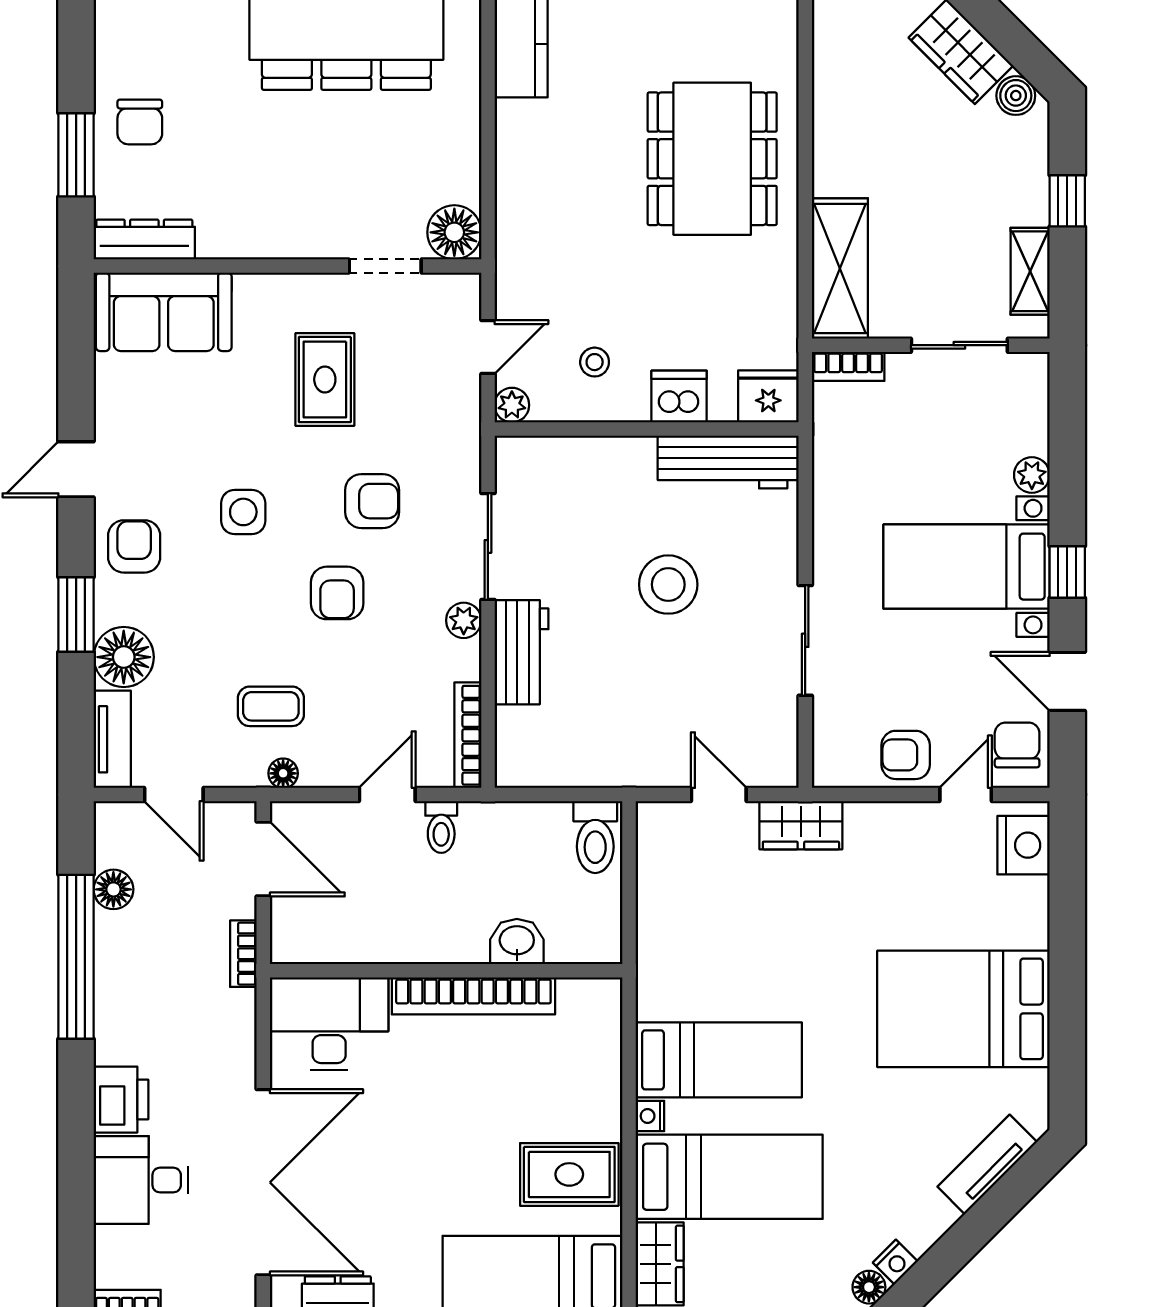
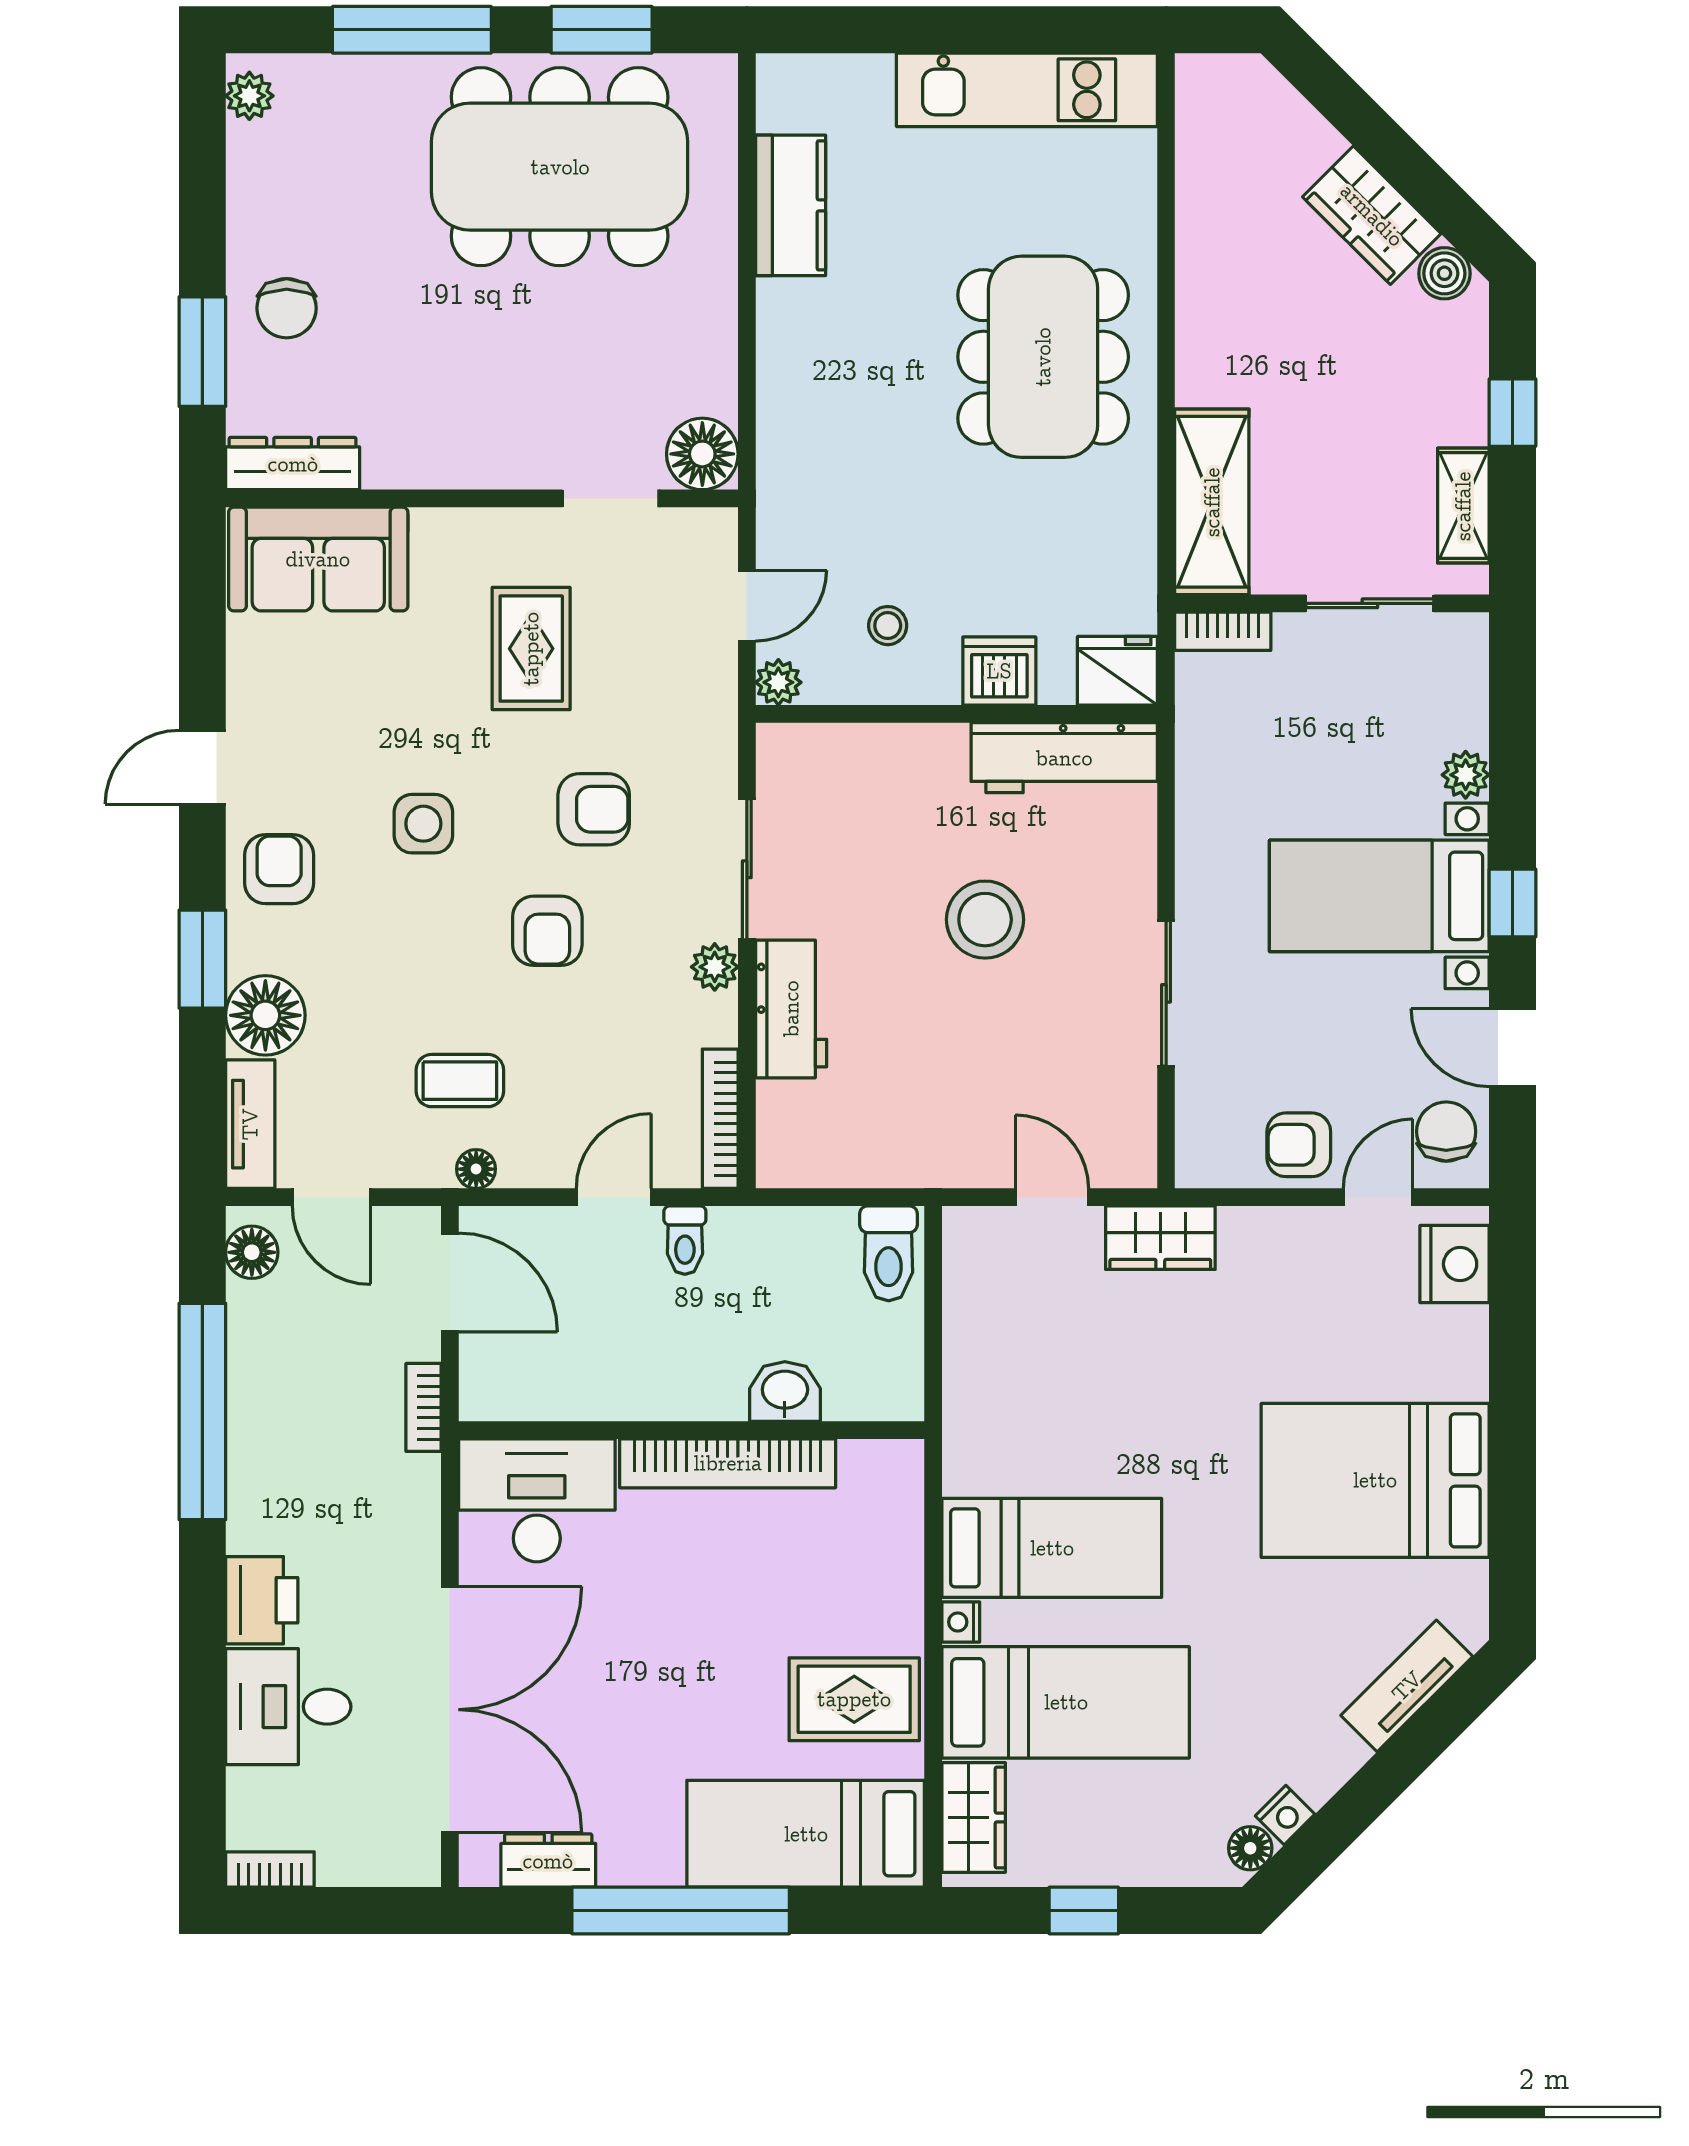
floor lamp: (113, 889) -> (252, 1252), moved

